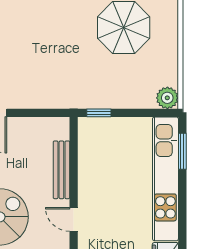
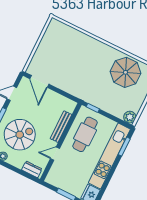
cafe table: (107, 163) -> (85, 134), added
door: (74, 219) -> (55, 154), hinge flipped

